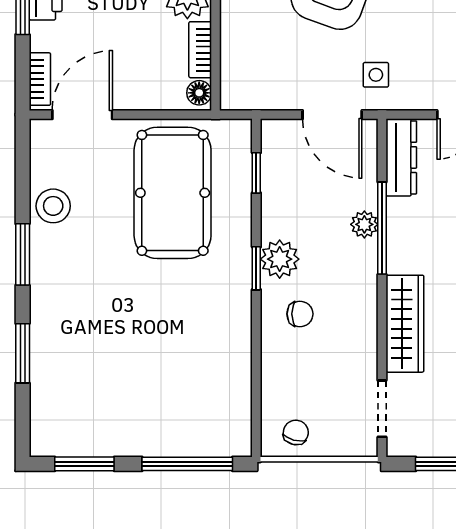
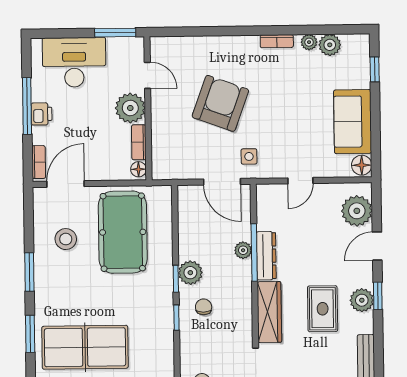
dresser: (401, 157) -> (266, 256), moved
window: (256, 173) -> (176, 318), moved
stool: (53, 206) -> (66, 239), moved
chair: (300, 314) -> (204, 307), turned -90
table tennis table: (110, 376) -> (85, 347), added

